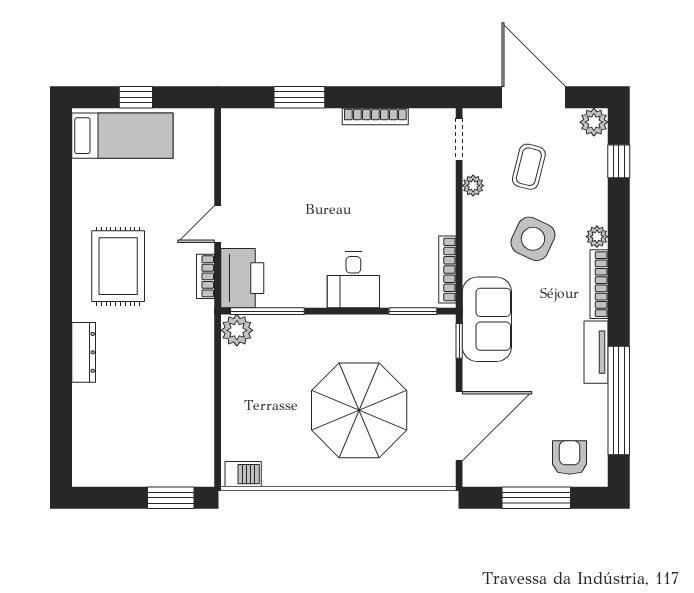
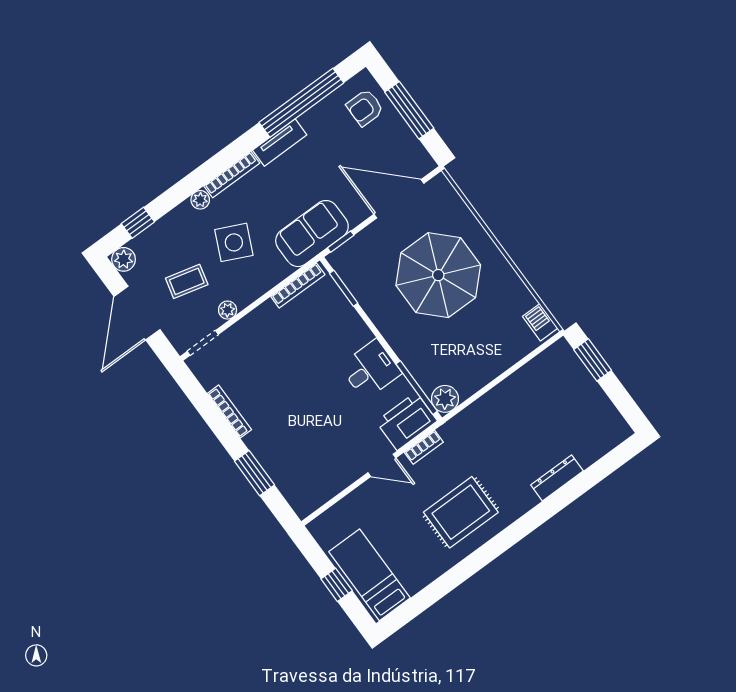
desk: (353, 280) -> (370, 370), moved
dresser: (84, 352) -> (557, 478), moved

